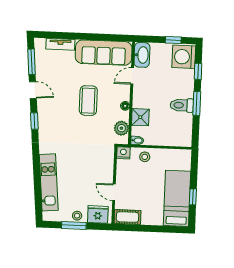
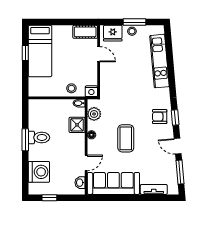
washbasin: (142, 55) -> (80, 183), width x0.52, depth x0.69
washing machine: (184, 57) -> (39, 172), moved
window: (198, 71) -> (25, 170), removed
armchair: (51, 123) -> (160, 117), added

